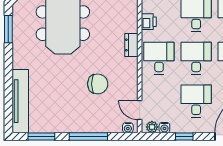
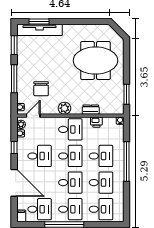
window: (8, 29) -> (39, 21), moved
dresser: (131, 45) -> (91, 110), moved
plant: (129, 66) -> (65, 108), added
chair: (98, 84) -> (41, 89), moved

